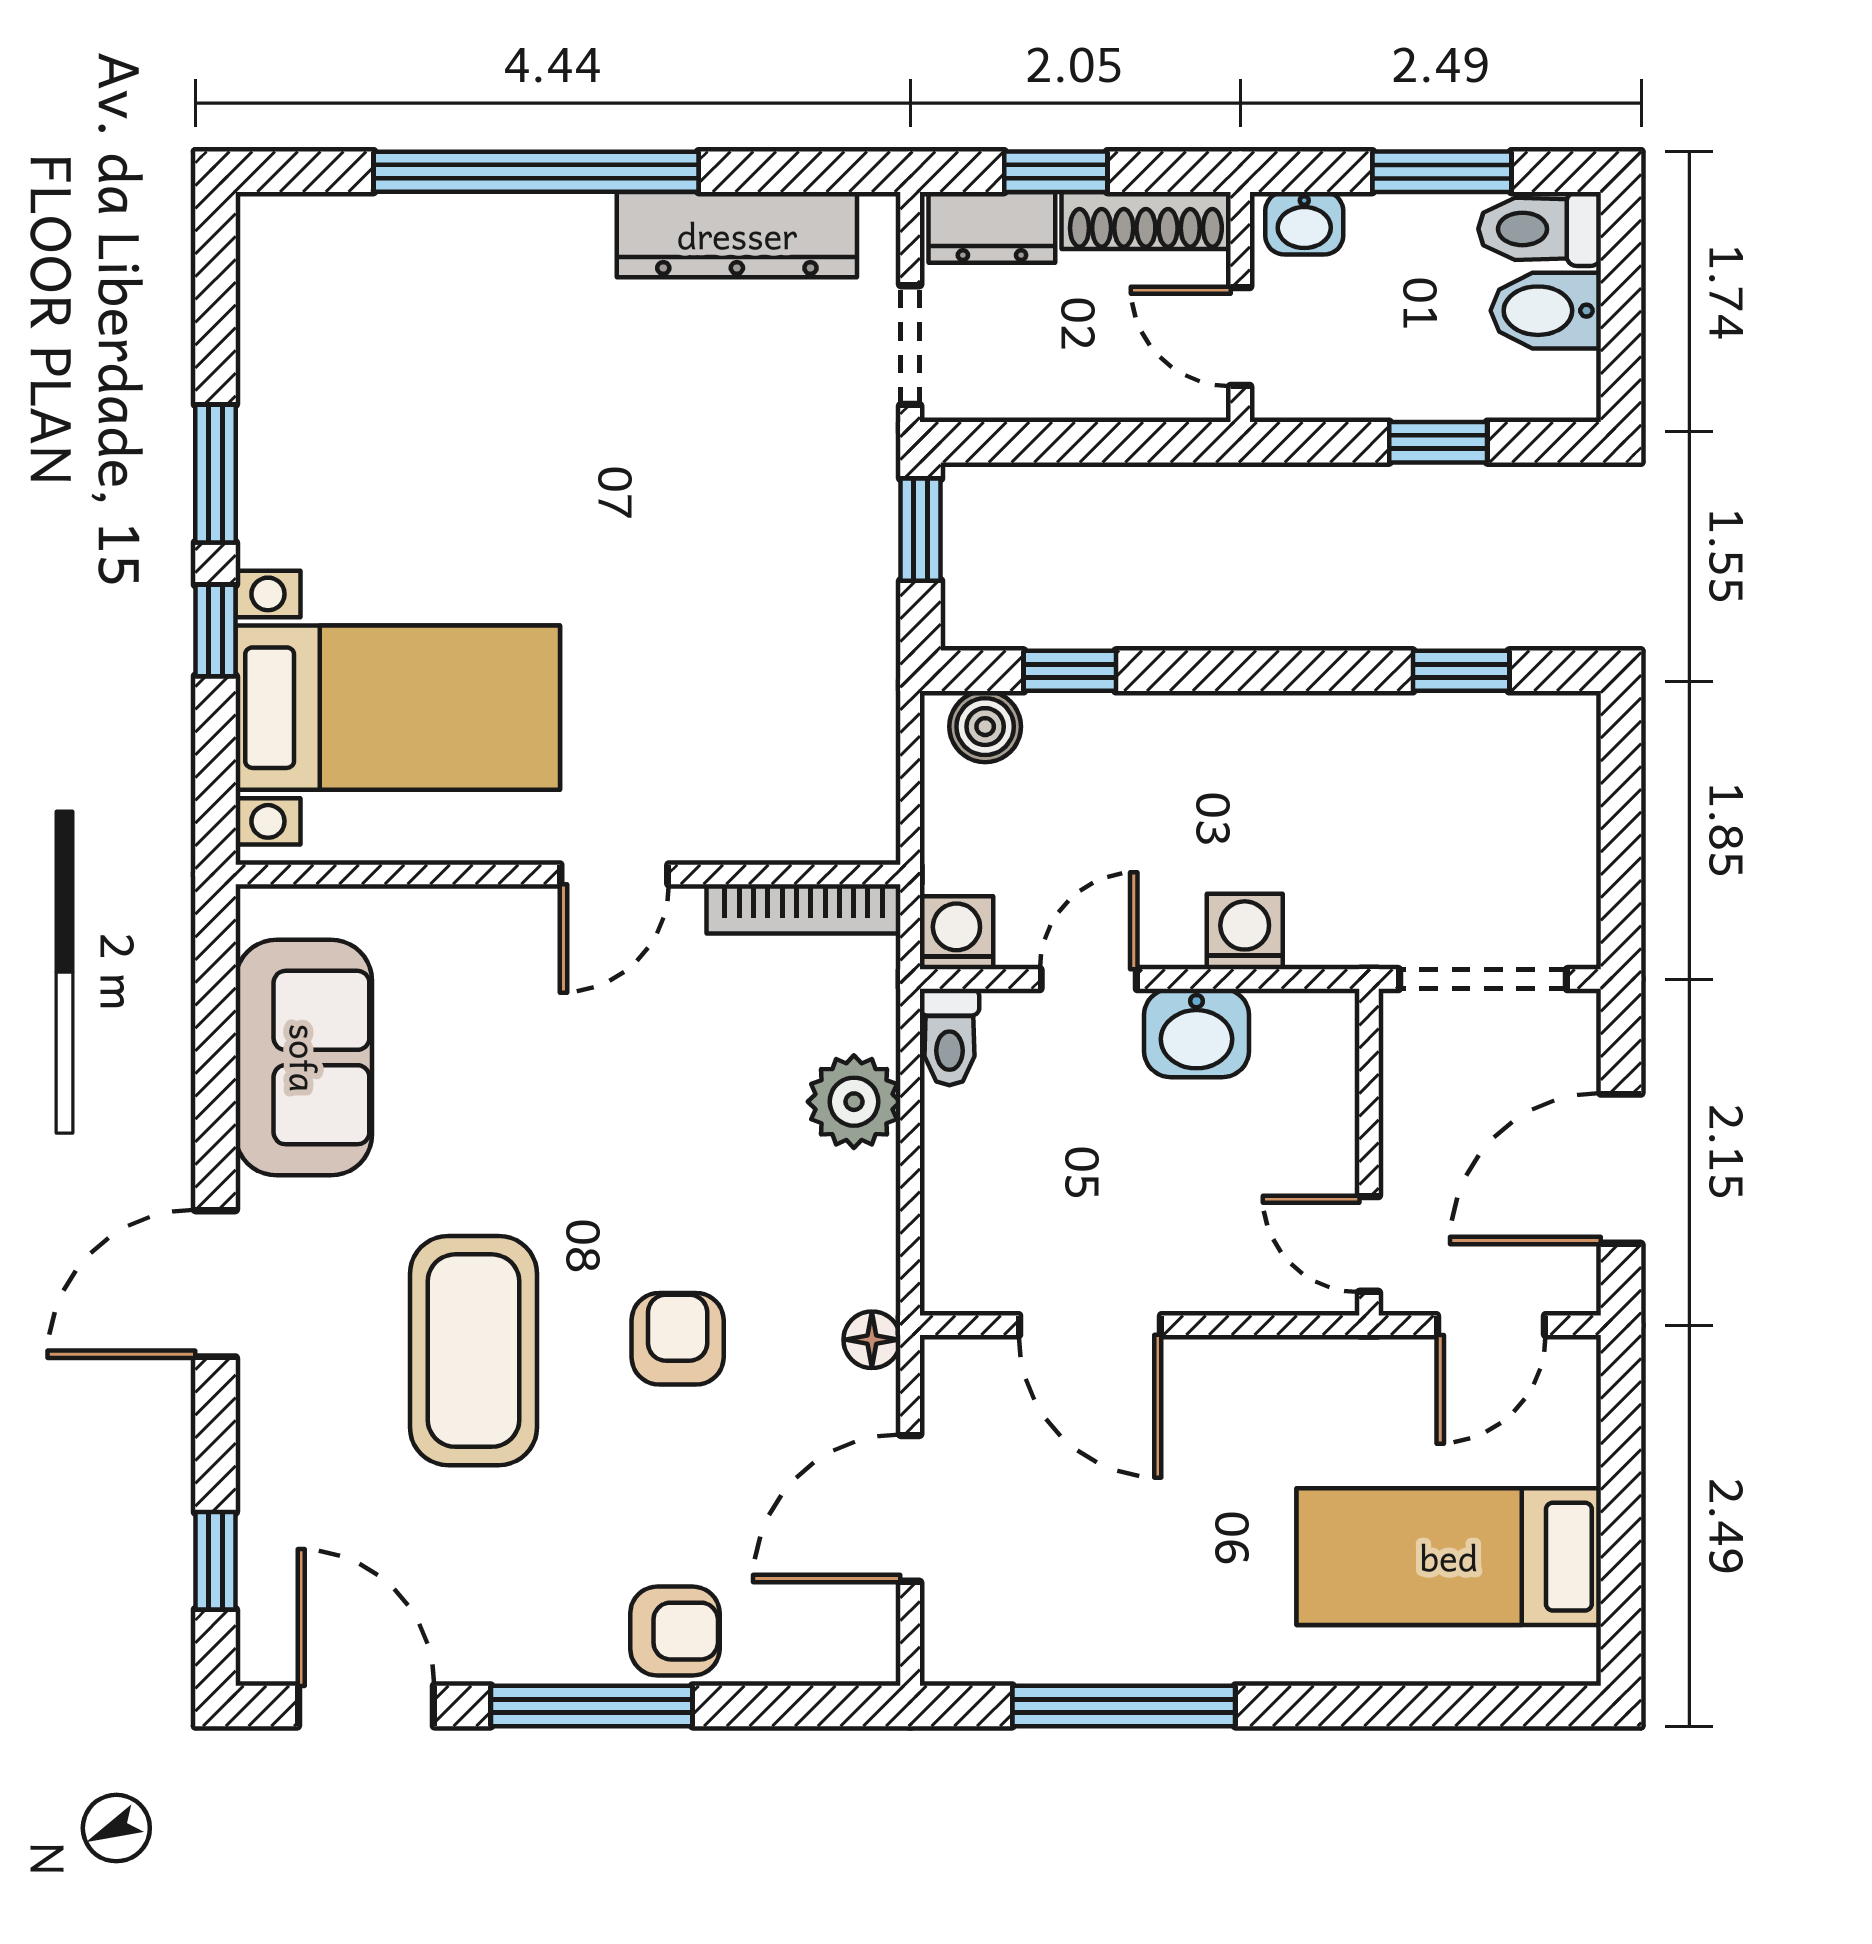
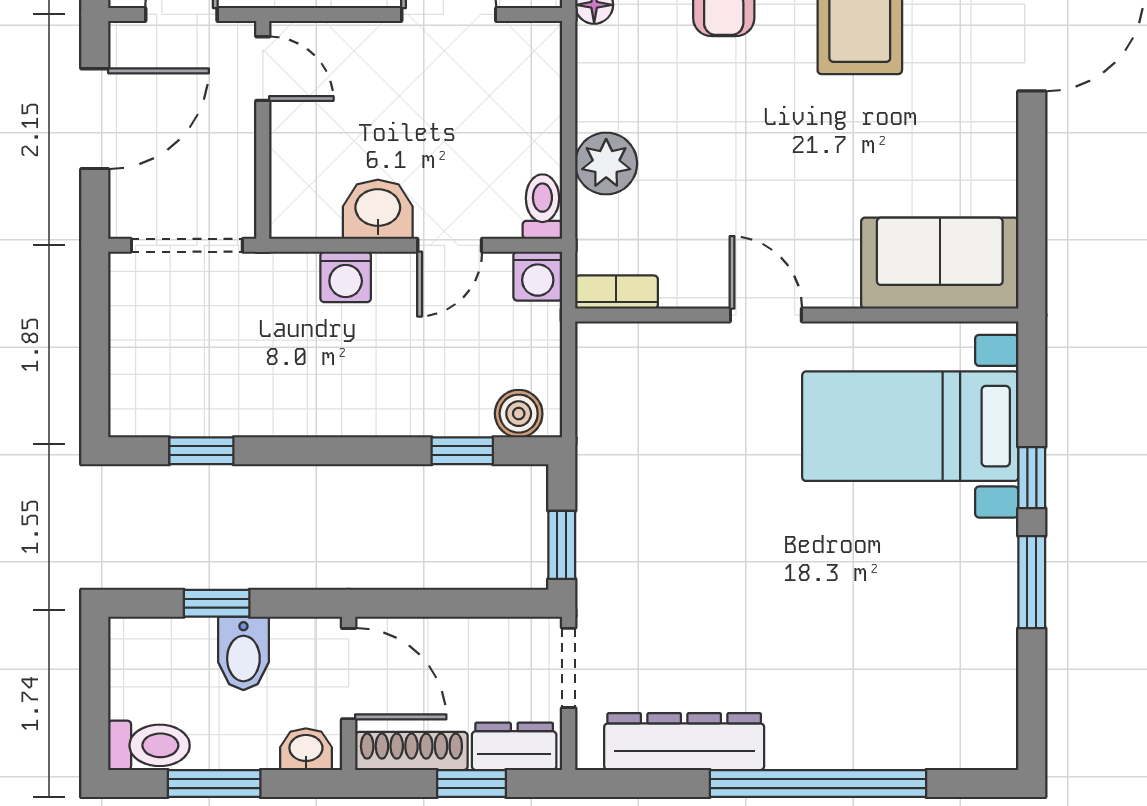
bidet: (1546, 311) -> (243, 653), moved, turned 90
door: (1240, 337) -> (349, 674), width x1.38
door: (614, 874) -> (766, 315), hinge flipped
bookcase: (804, 909) -> (616, 292), width x0.64
sofa: (304, 1058) -> (940, 263), moved, turned 90

